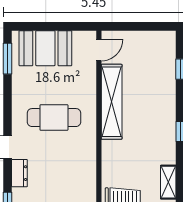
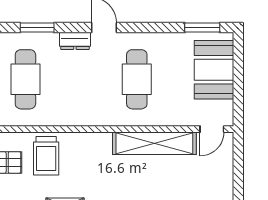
door: (99, 50) -> (212, 129), hinge flipped

